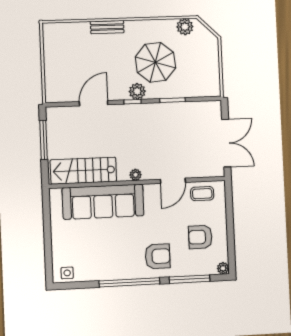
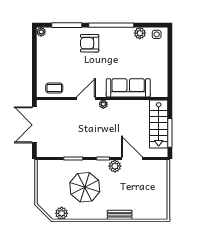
plant: (137, 91) -> (115, 166), moved
door: (94, 103) -> (132, 159), swing flipped
stairs: (83, 171) -> (159, 124), moved, turned 90
door: (173, 181) -> (86, 99), moved
sofa: (103, 202) -> (128, 88), width x0.74, depth x0.79
armchair: (200, 237) -> (57, 56), removed
plant: (90, 273) -> (140, 33), added

